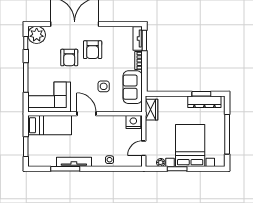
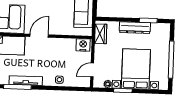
side table: (104, 86) -> (56, 10), removed
dresser: (204, 102) -> (135, 28), moved
door: (86, 114) -> (39, 36), hinge flipped

